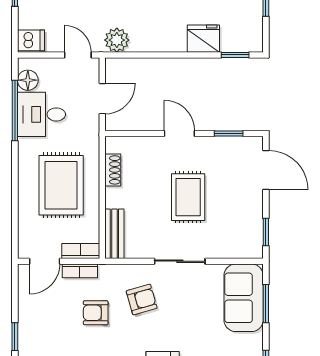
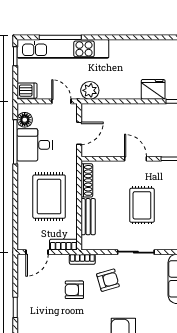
shoe rack: (113, 170) -> (87, 180), width x1.43
bench: (114, 234) -> (88, 217), moved
bookcase: (80, 271) -> (82, 259), moved

